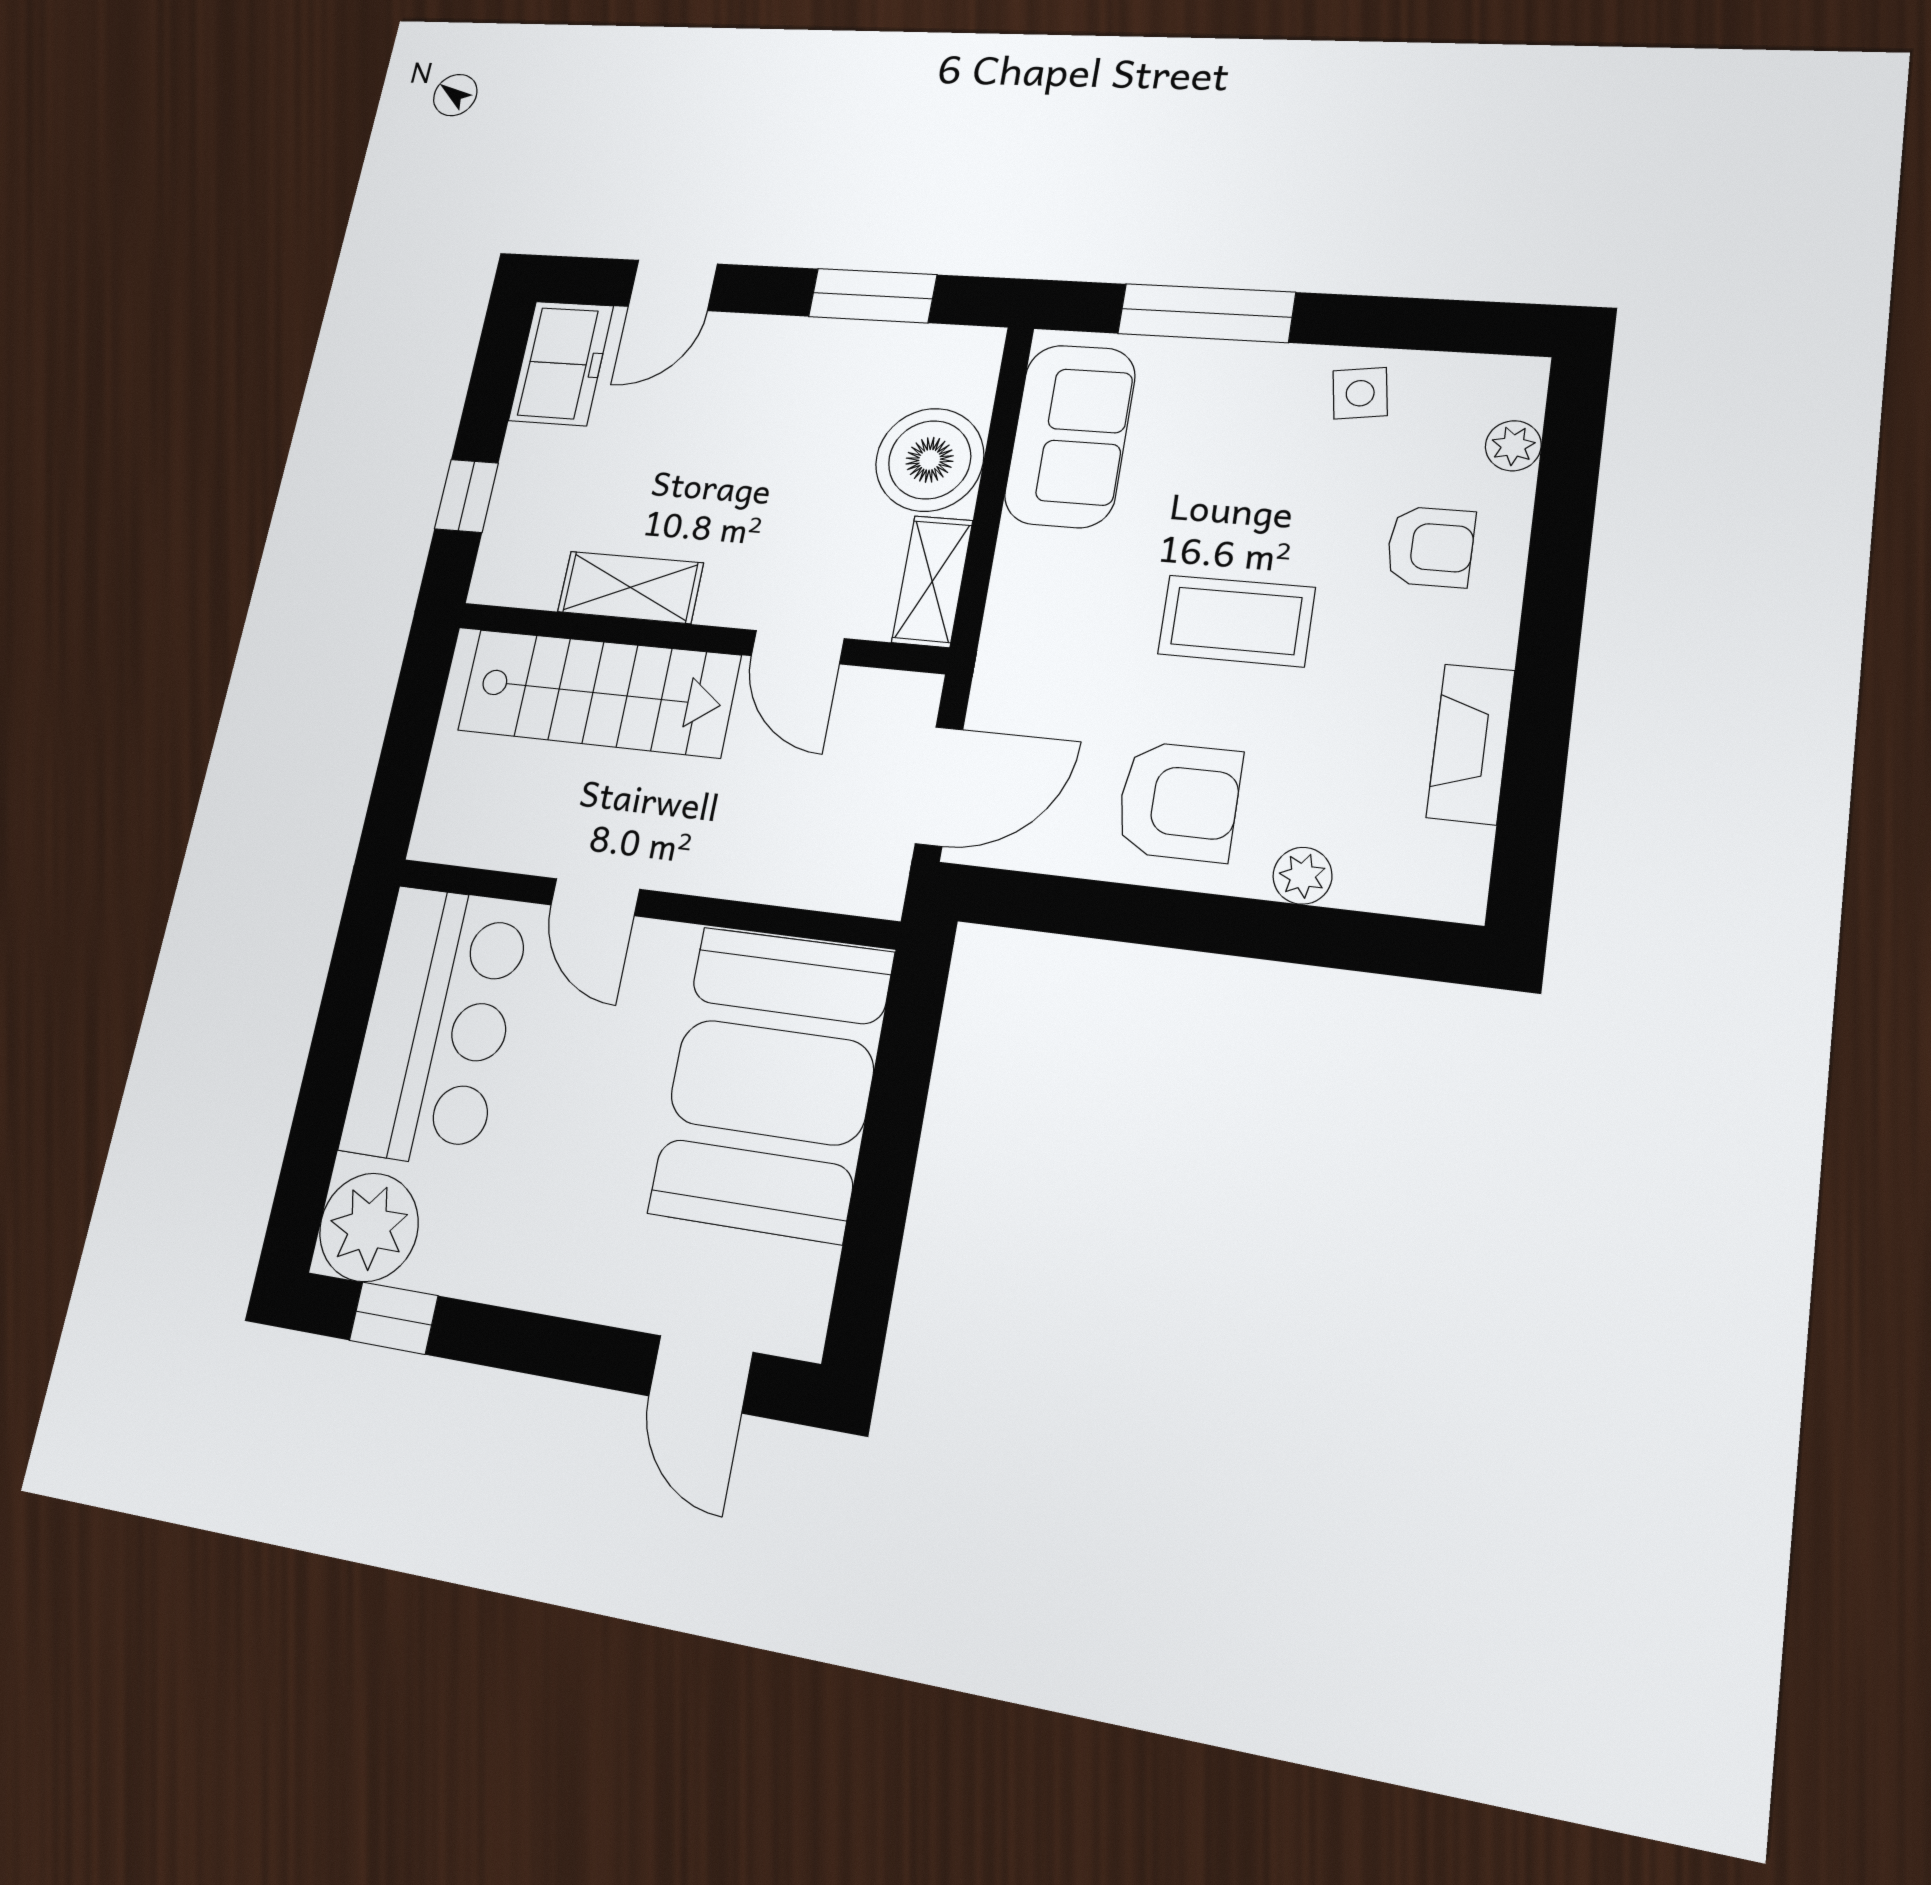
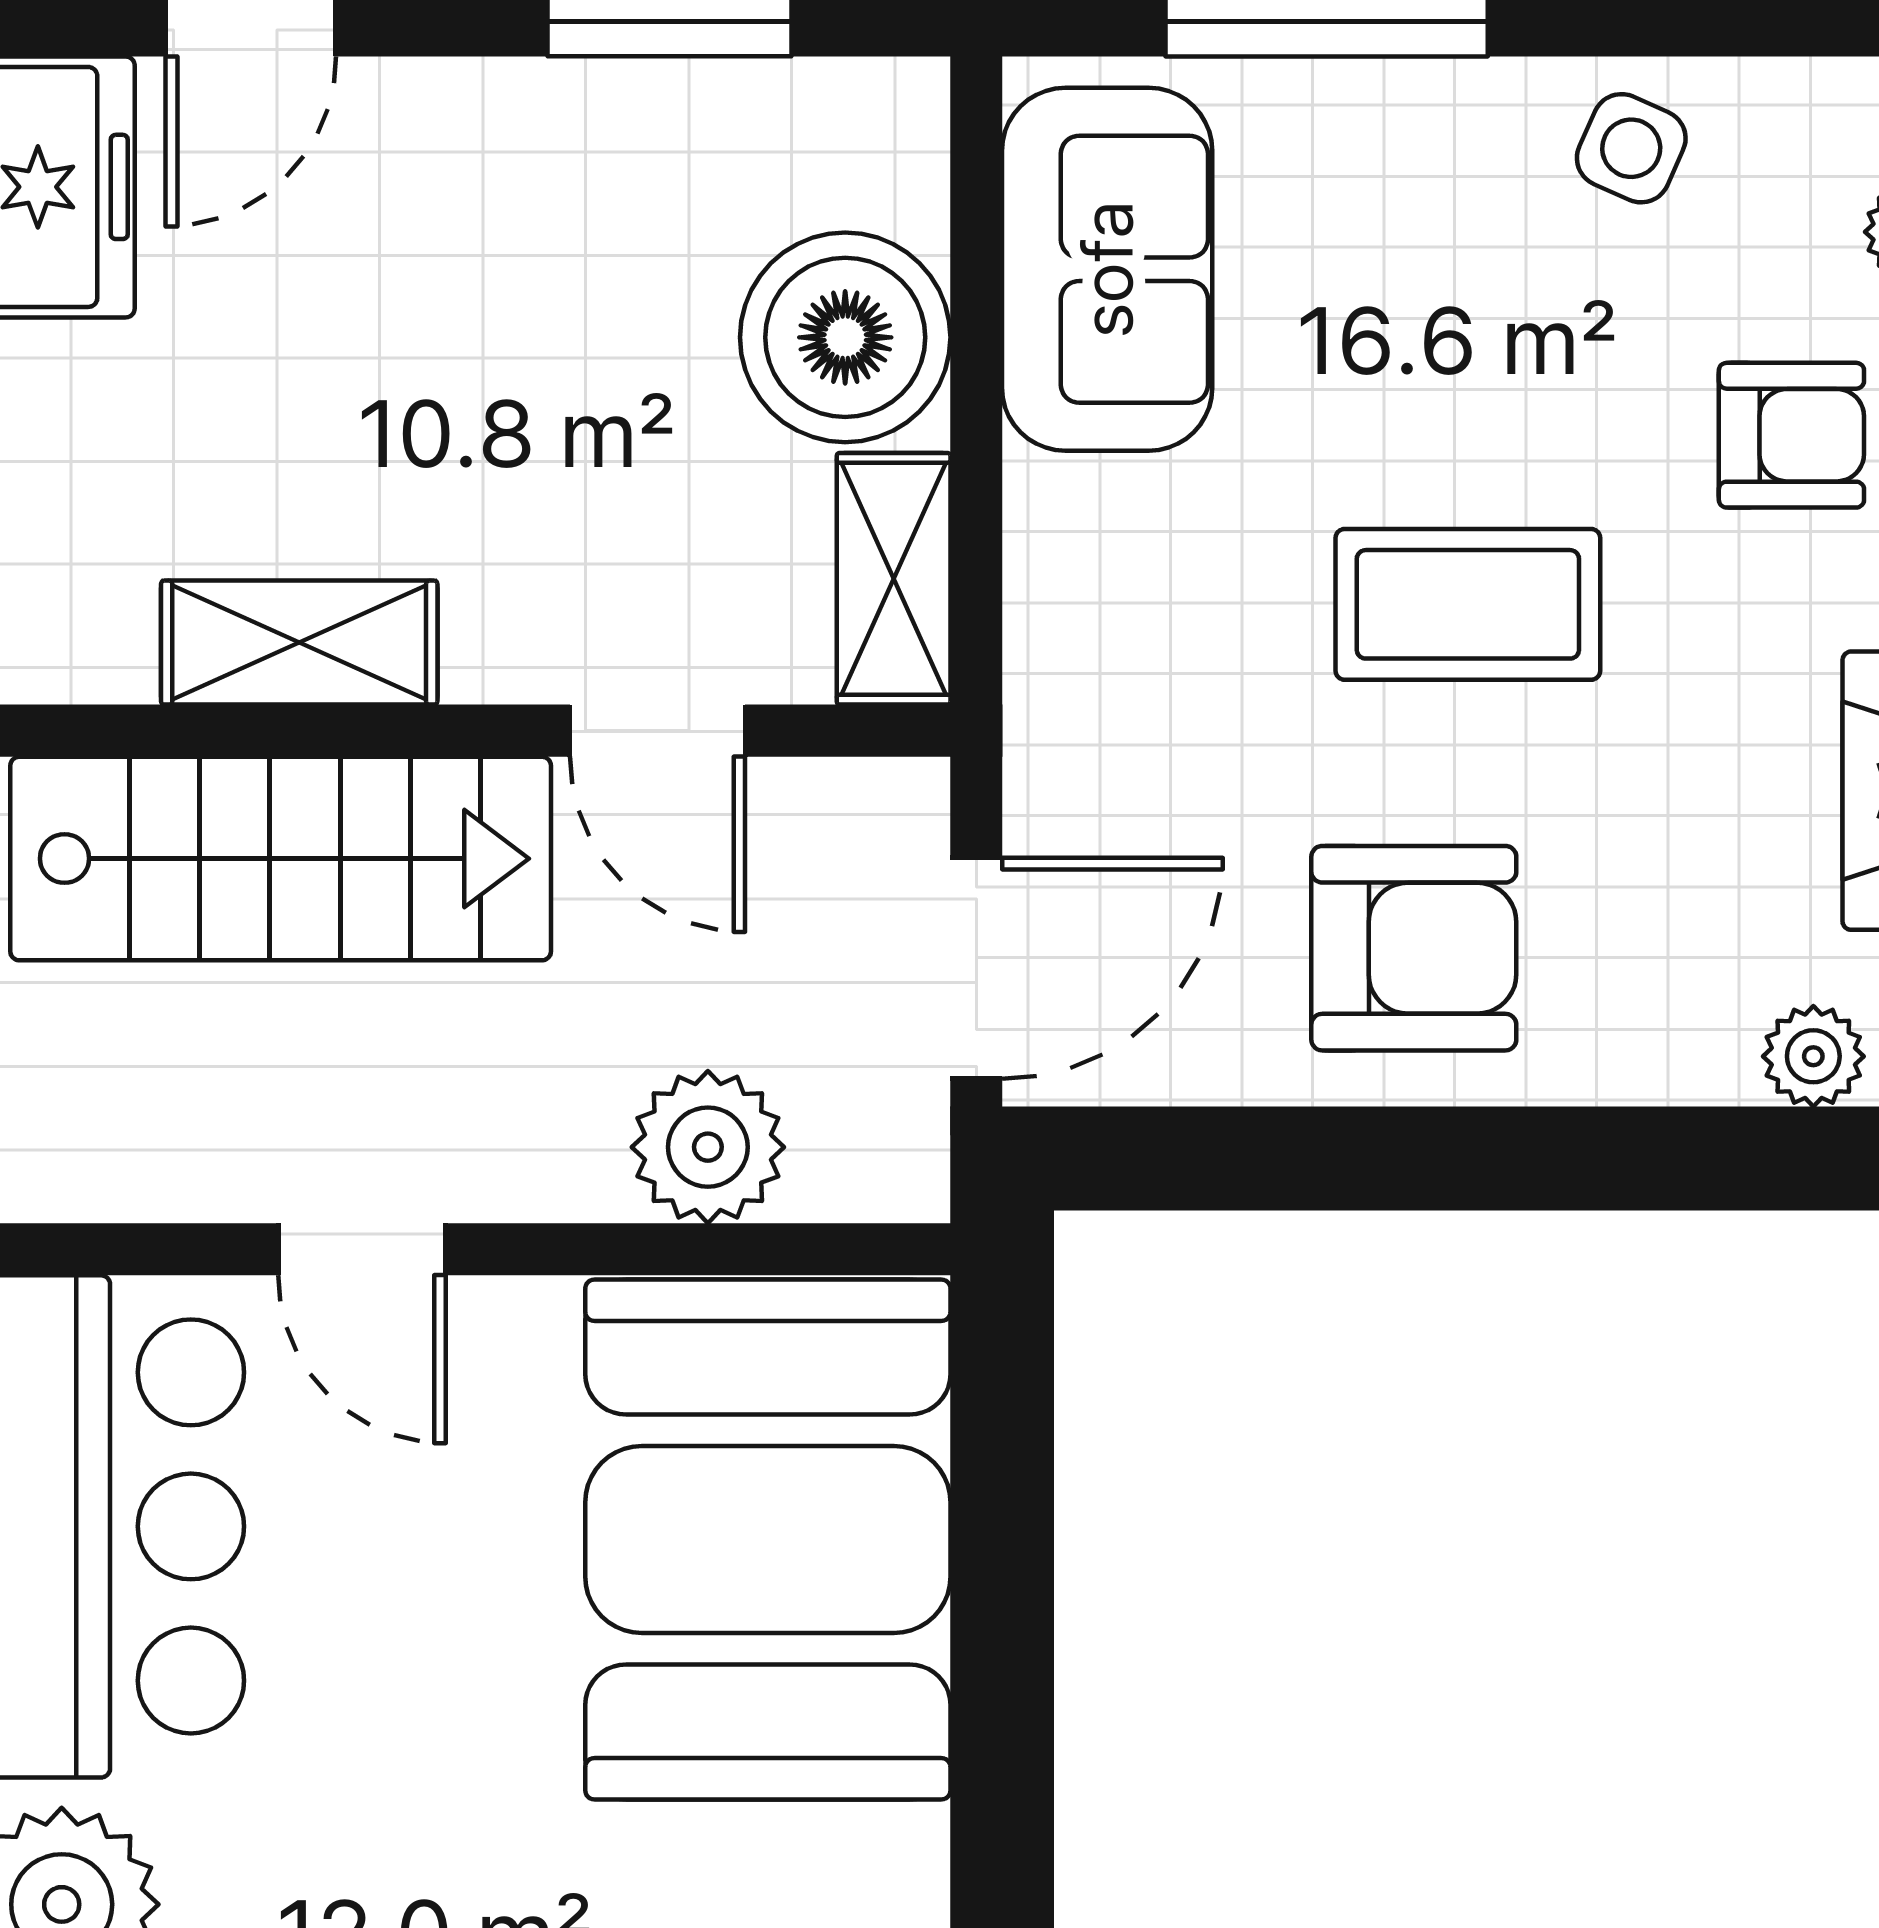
side table: (1360, 393) -> (1631, 148), turned 32
plant: (781, 865) -> (708, 1147), added
plant: (1302, 876) -> (1813, 1056), moved

